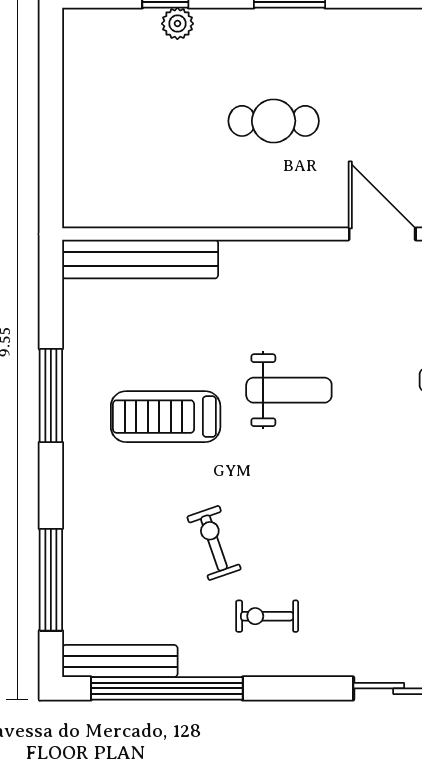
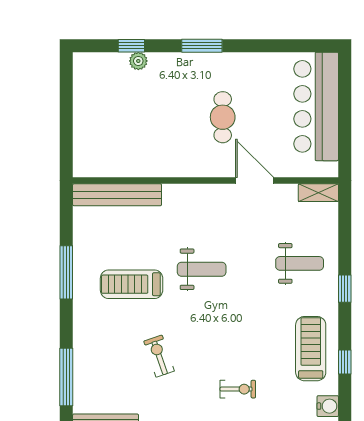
cafe table: (274, 121) -> (223, 117), moved, turned 90
exercise bike: (267, 616) -> (238, 389), moved, turned 180

